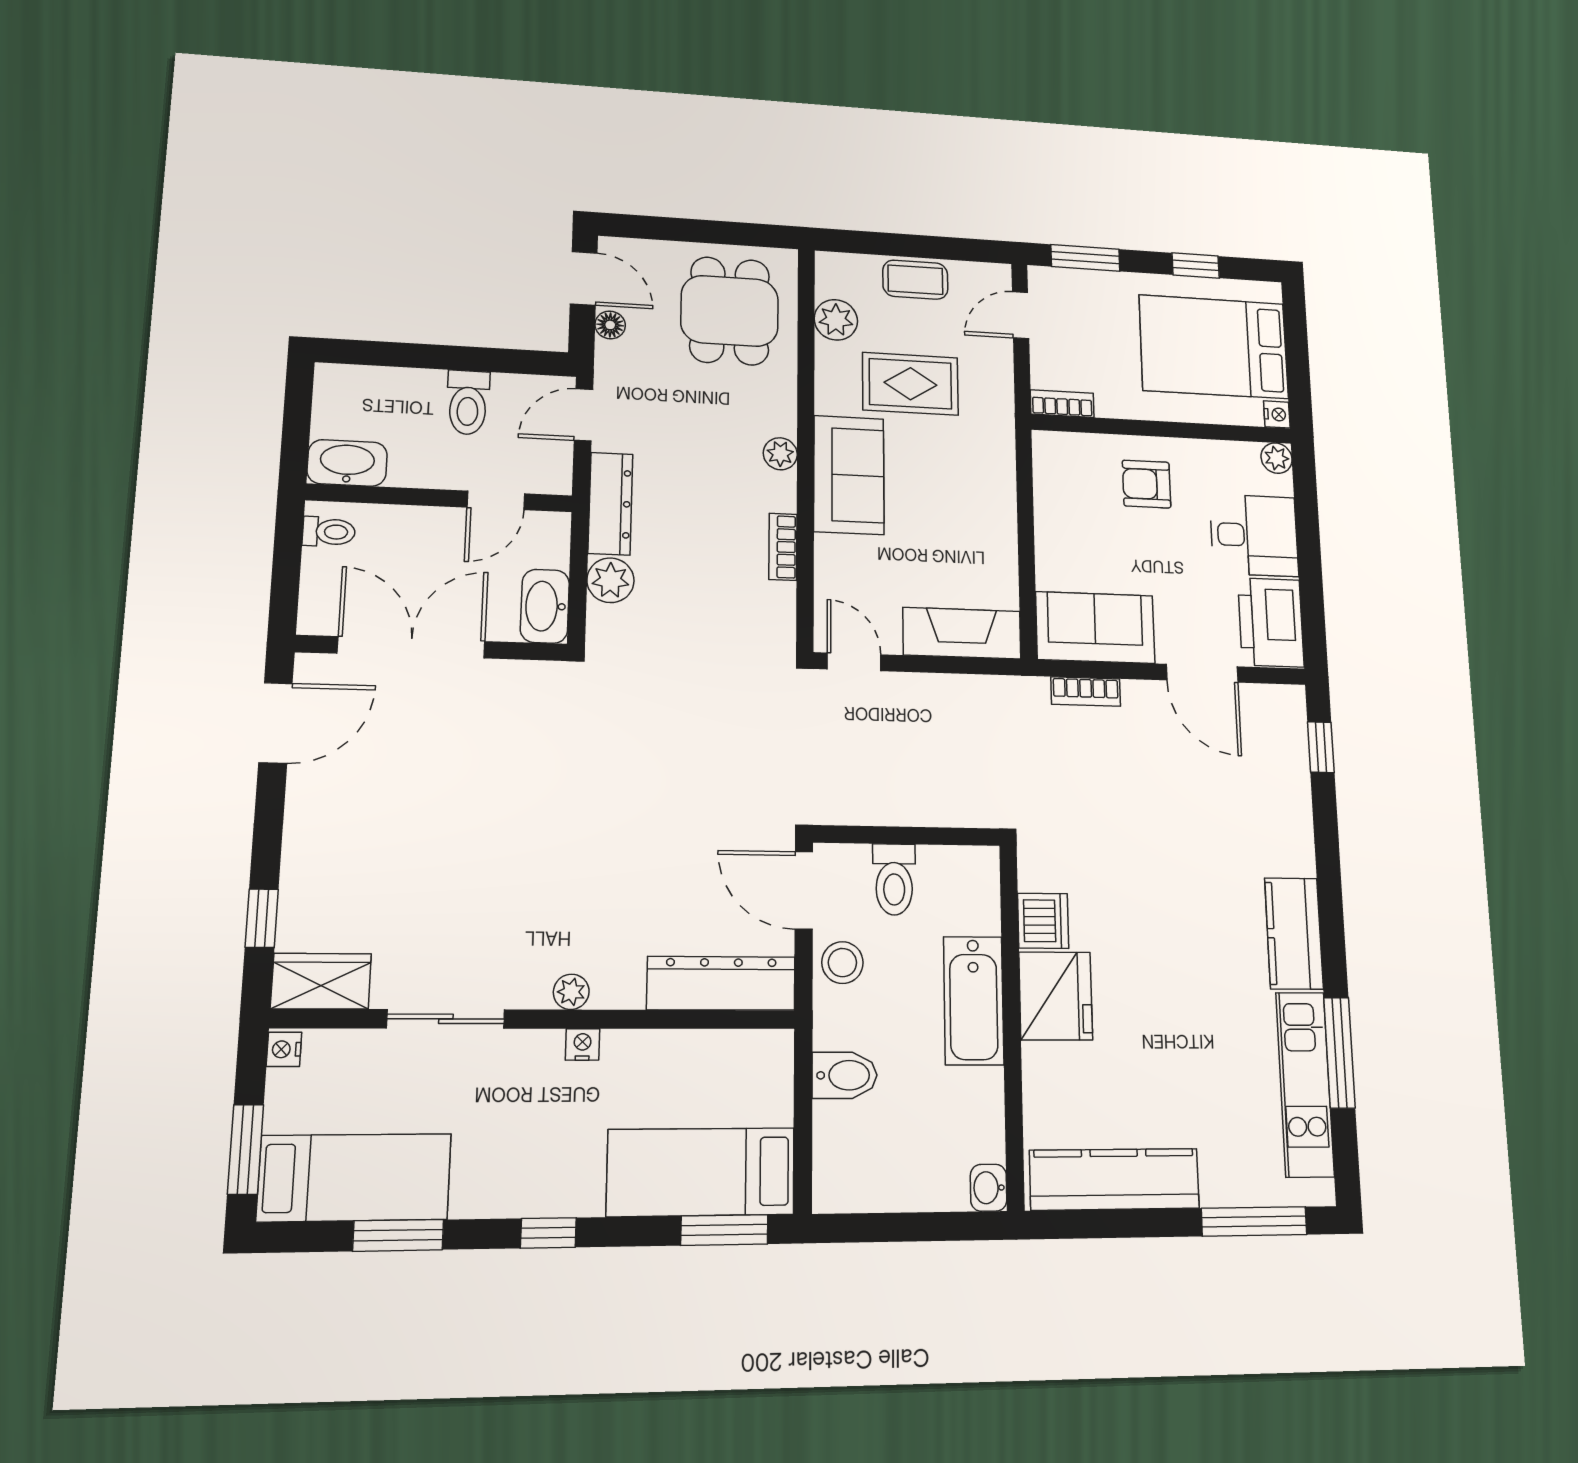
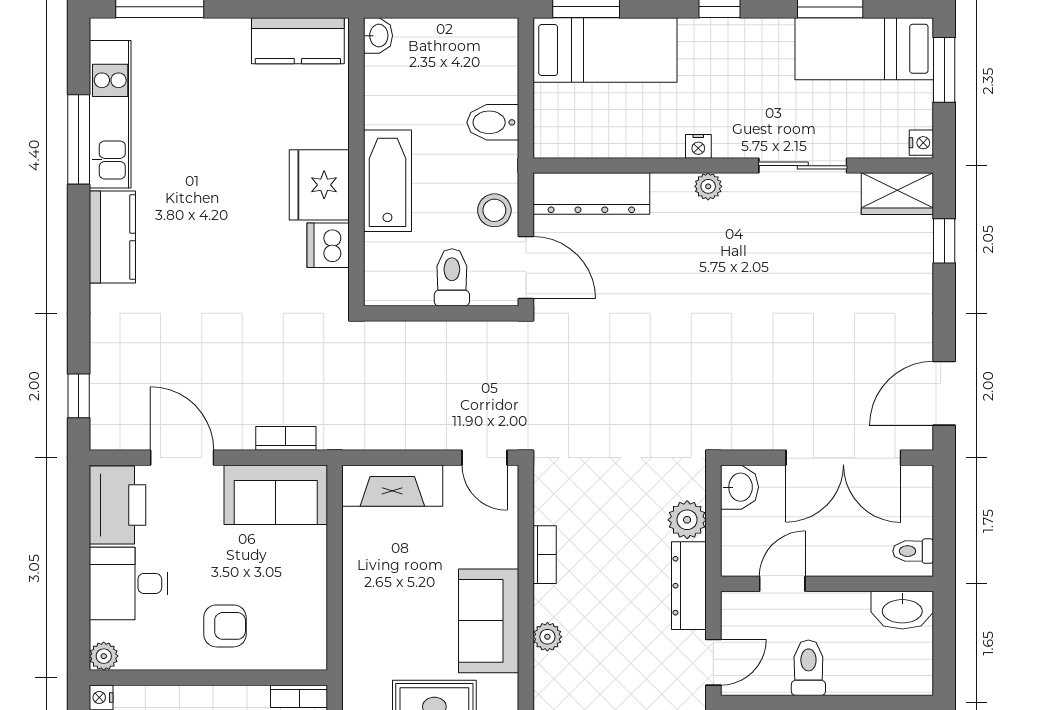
washbasin: (545, 606) -> (739, 487), width x0.72
kitchen counter: (1115, 1179) -> (298, 41), width x0.67

